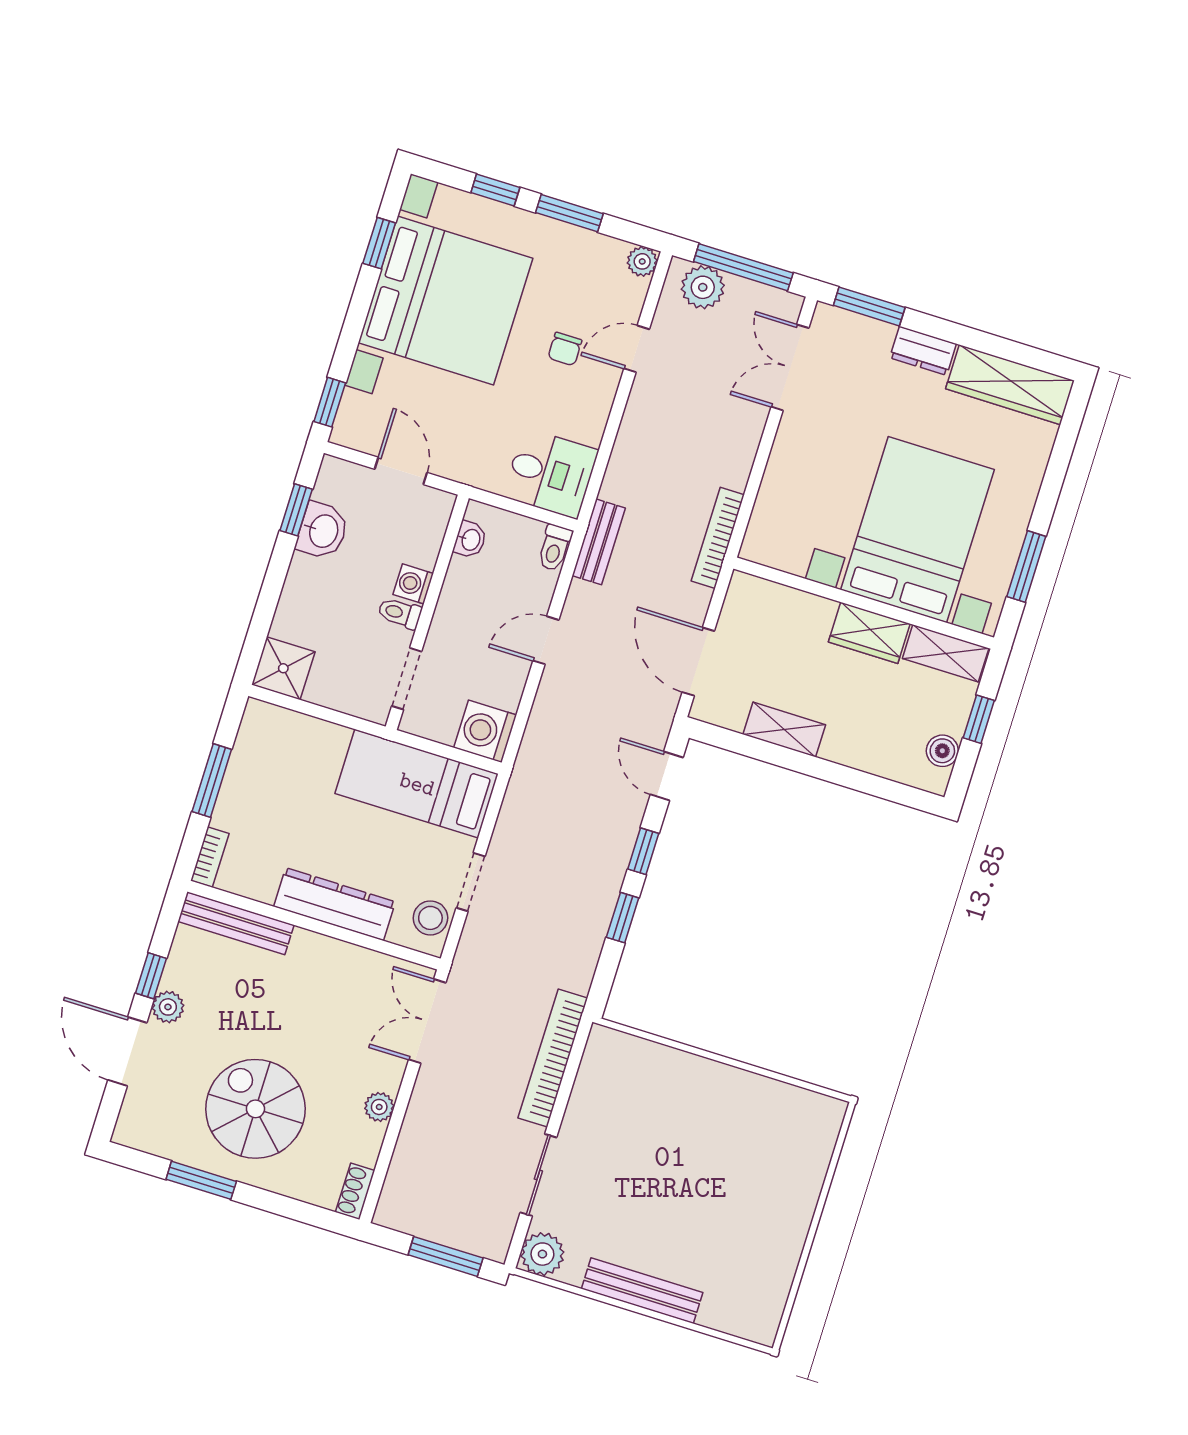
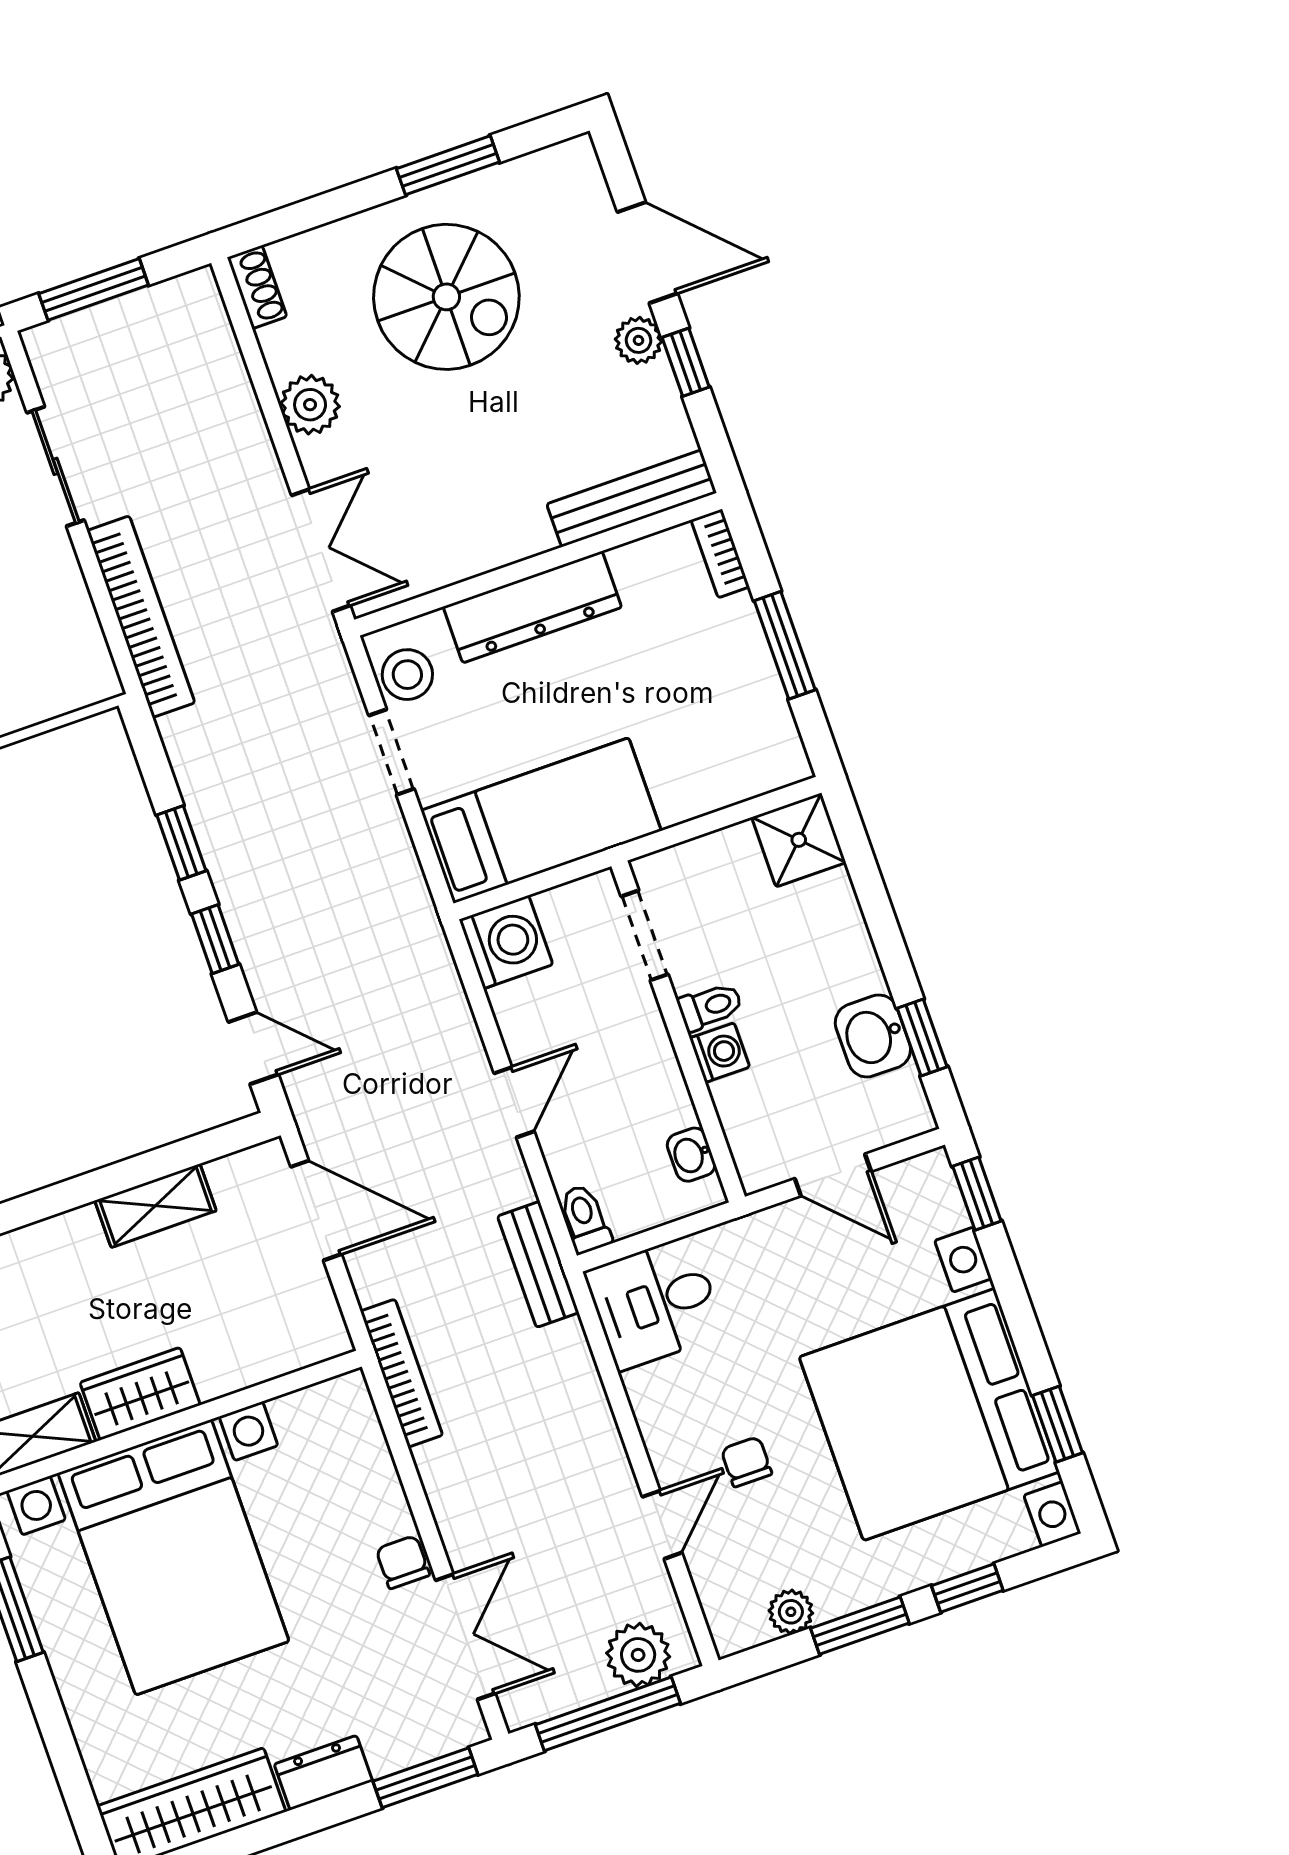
plant: (642, 261) -> (791, 1612), moved
chair: (794, 434) -> (403, 1562), added
plant: (379, 1107) -> (310, 405), width x1.38, depth x1.38

